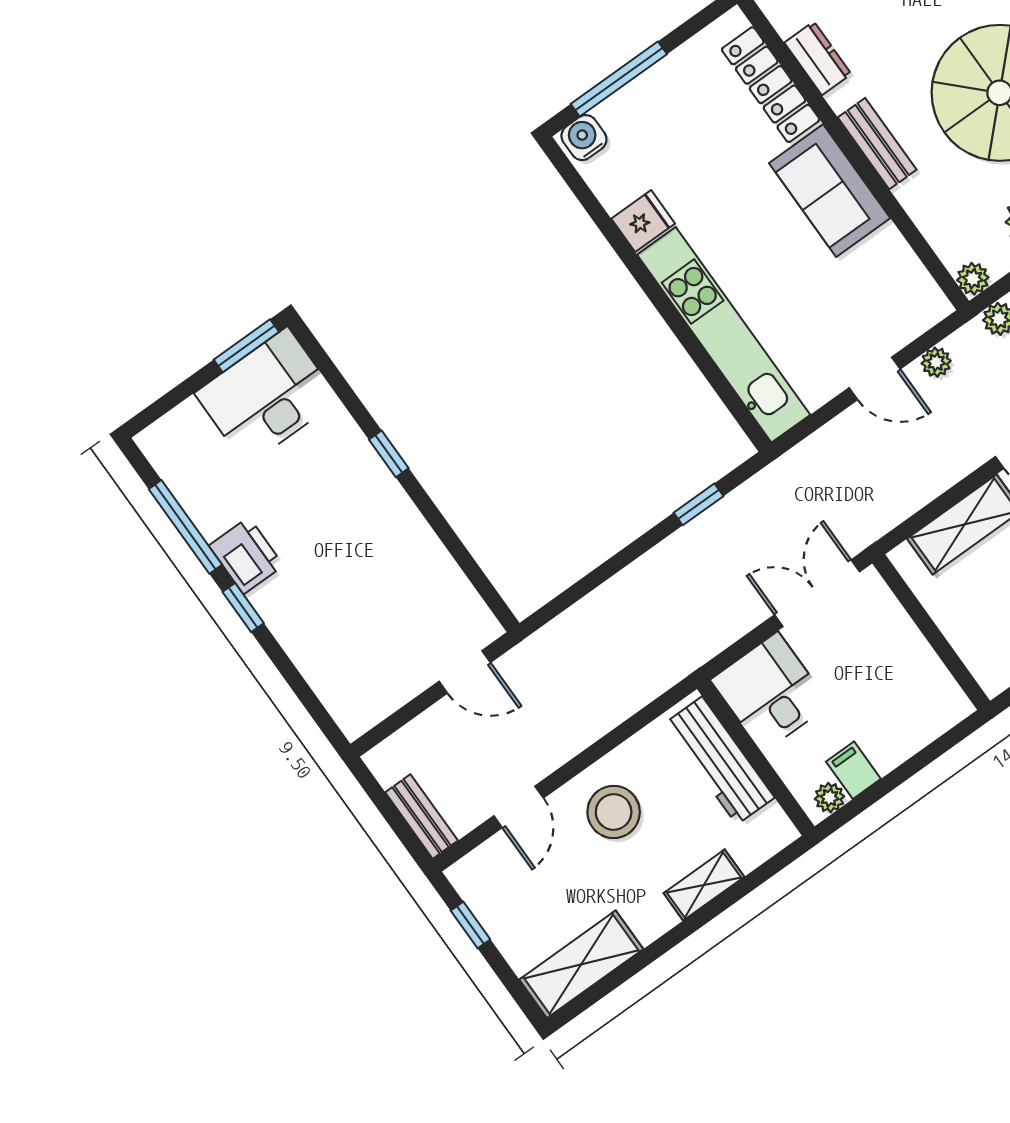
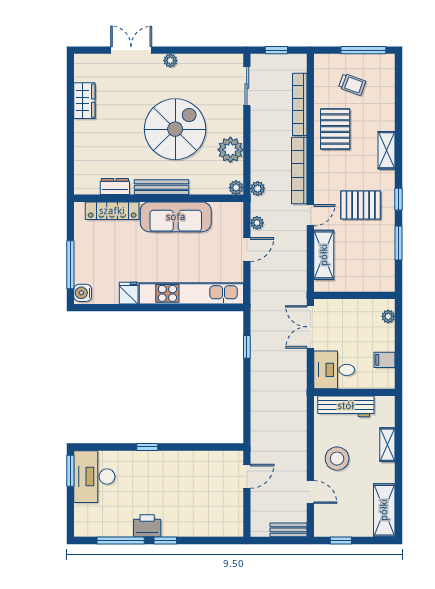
bench: (877, 144) -> (162, 187), width x1.36
sofa: (830, 191) -> (176, 217), width x1.36
plant: (829, 798) -> (388, 316), moved

